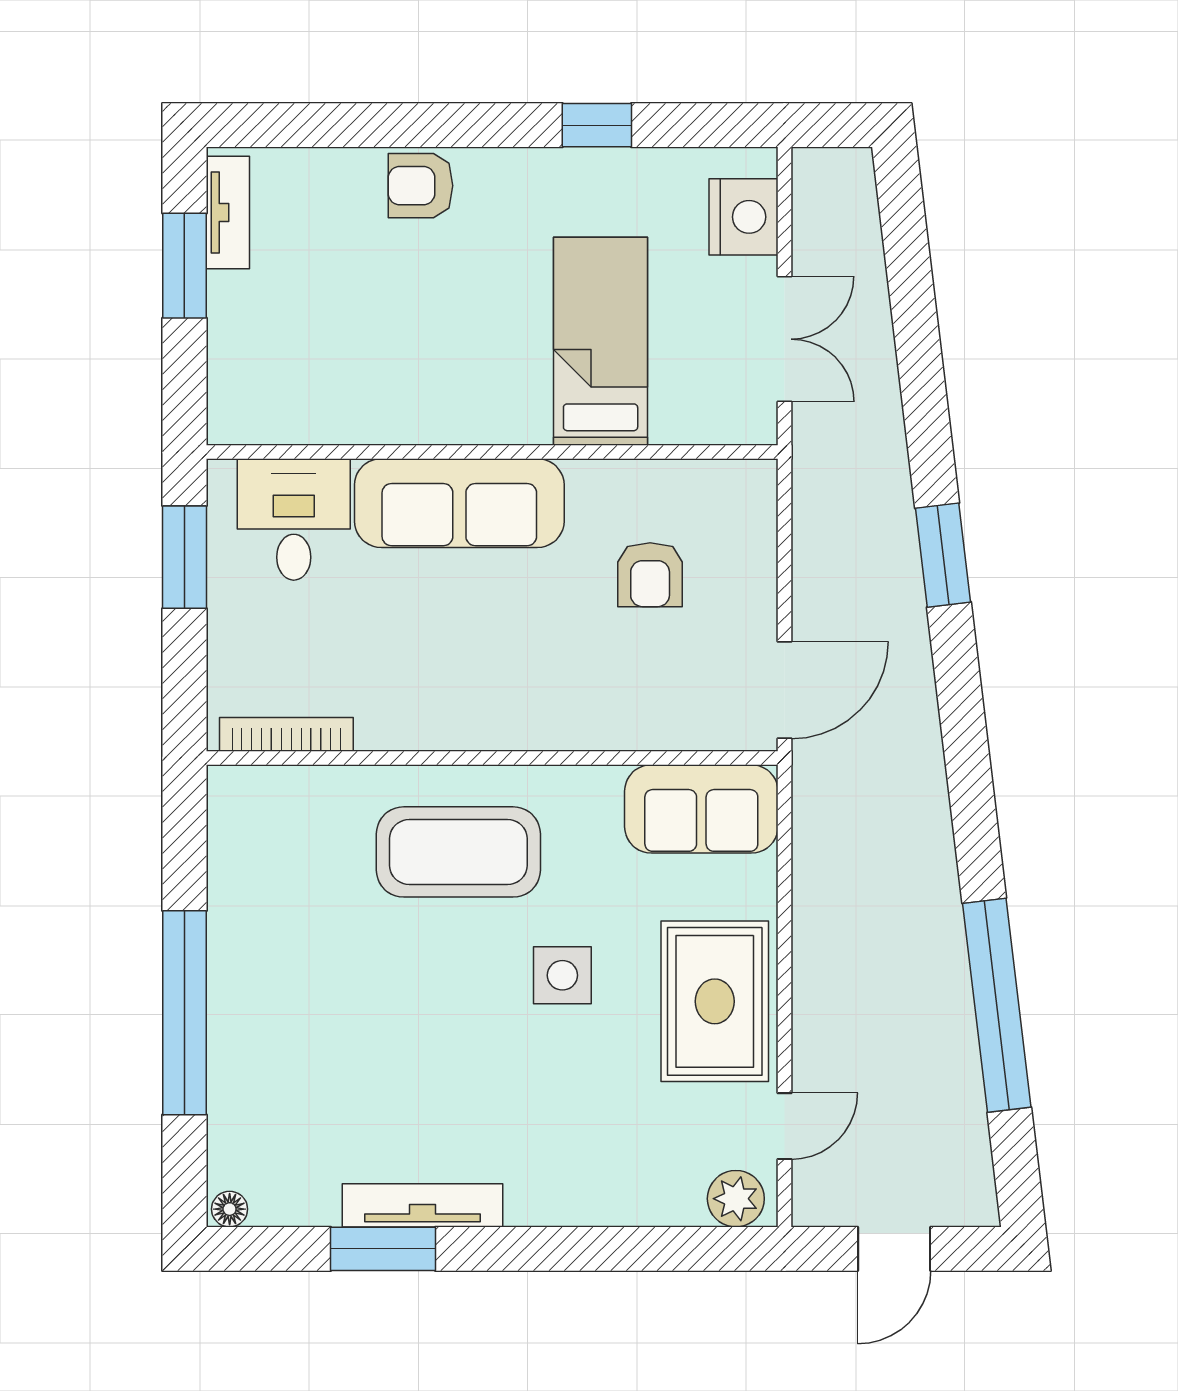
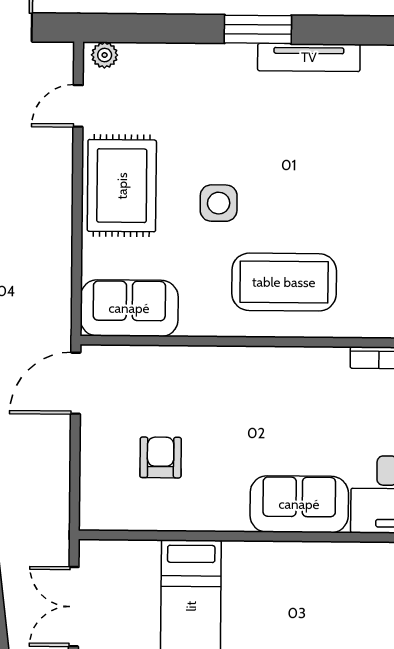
sofa: (459, 503) -> (299, 504), width x0.73
plant: (736, 1199) -> (105, 55), width x0.73, depth x0.73
window: (383, 1249) -> (258, 29), moved

